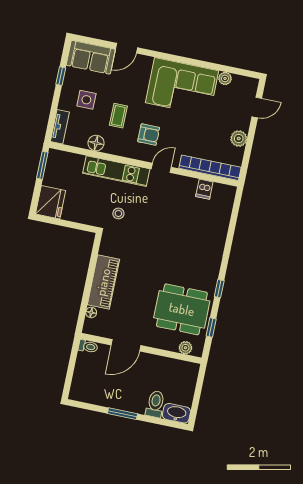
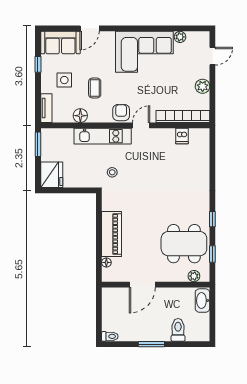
armchair: (149, 135) -> (121, 113), moved, turned -90
toilet: (88, 346) -> (110, 336), moved
washbasin: (176, 413) -> (202, 301), moved, turned -90

